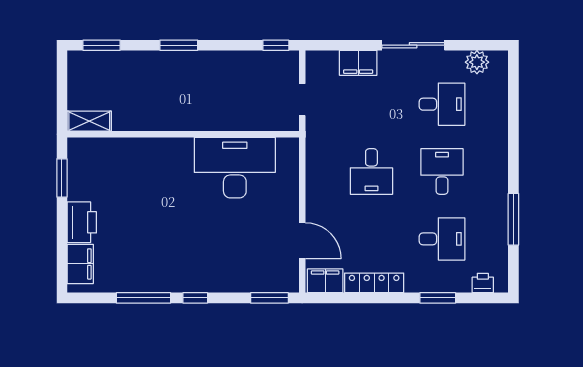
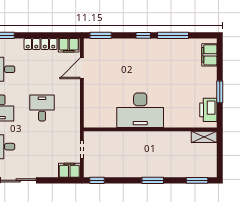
filing cabinet: (358, 63) -> (69, 170), moved
desk: (235, 168) -> (140, 110), moved
window: (62, 178) -> (220, 92), moved
printer: (82, 222) -> (208, 110), moved
door: (302, 241) -> (82, 68), hinge flipped

